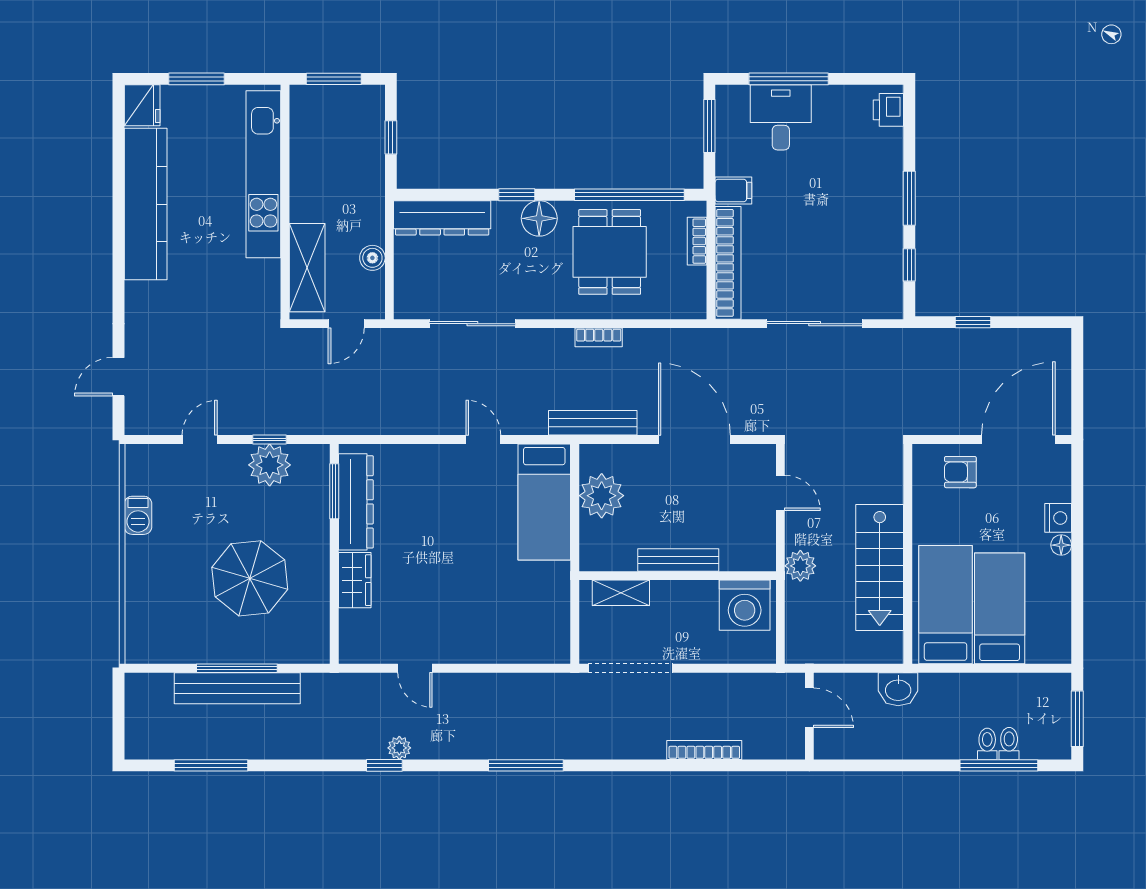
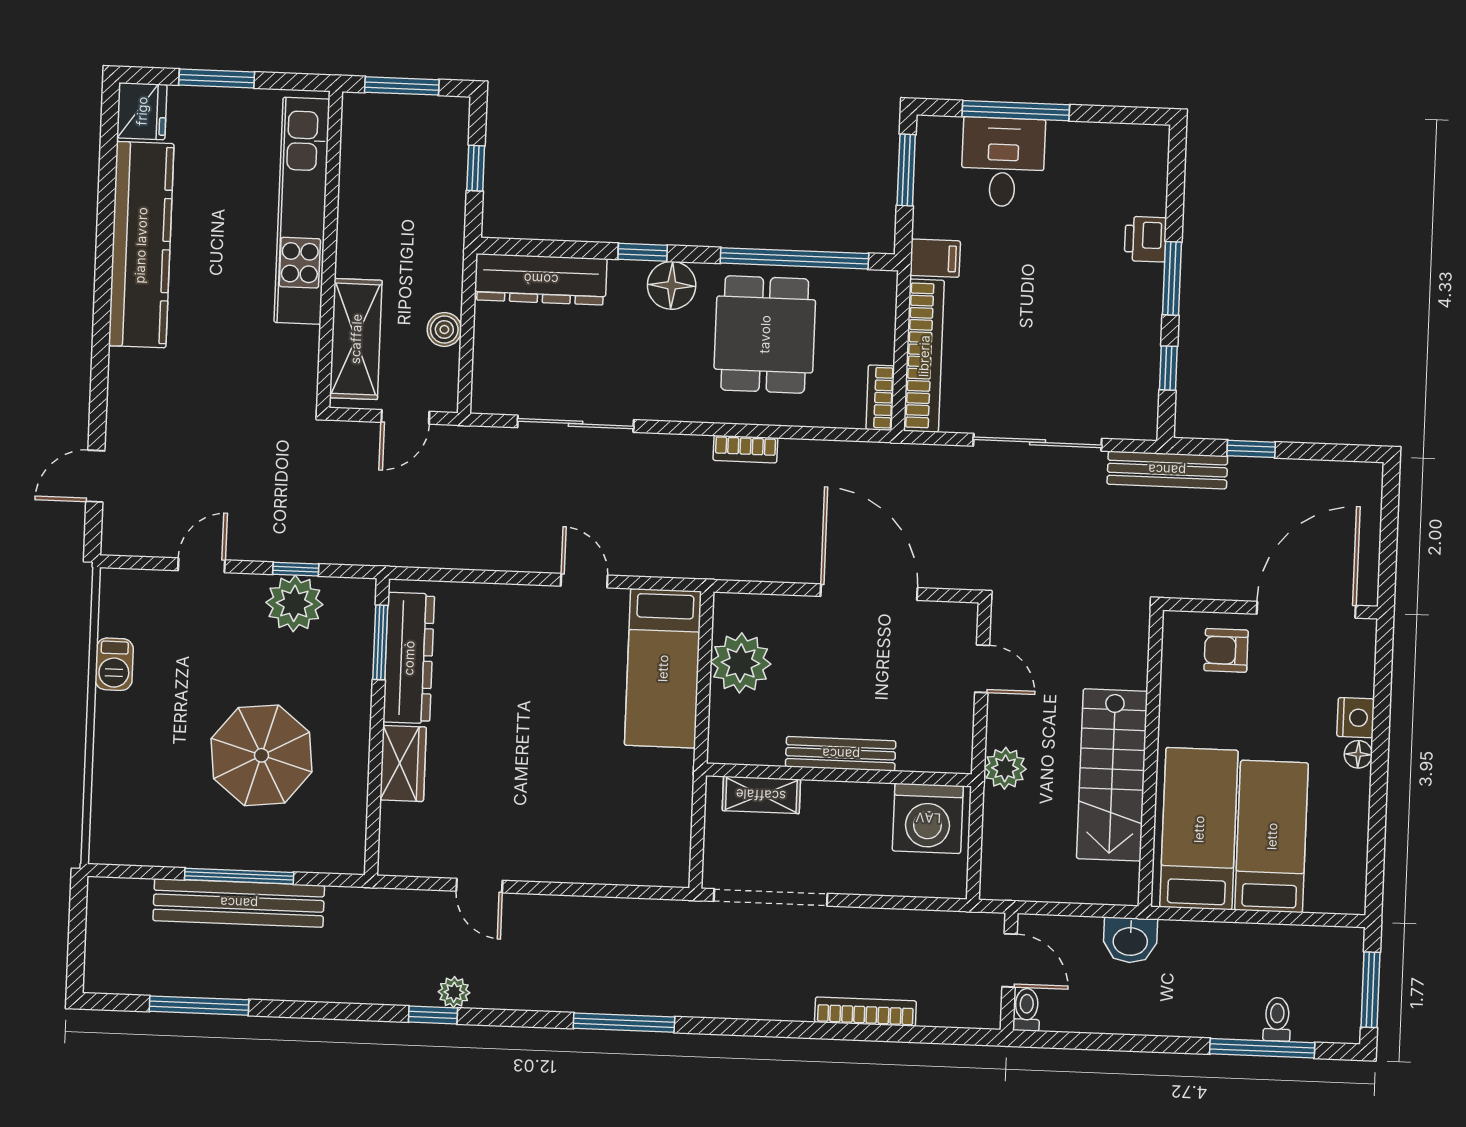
printer: (888, 110) -> (1145, 239), moved
bookcase: (697, 241) -> (880, 398), moved
bench: (593, 423) -> (1167, 470), moved
toilet: (987, 744) -> (1027, 1010), moved

